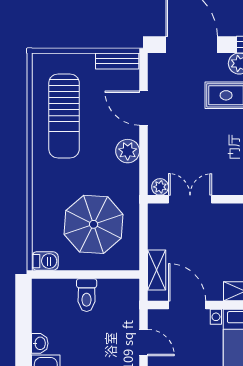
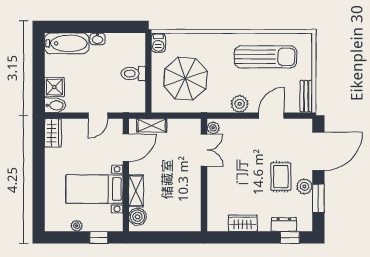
sun lounger: (64, 116) -> (266, 57), turned 180

